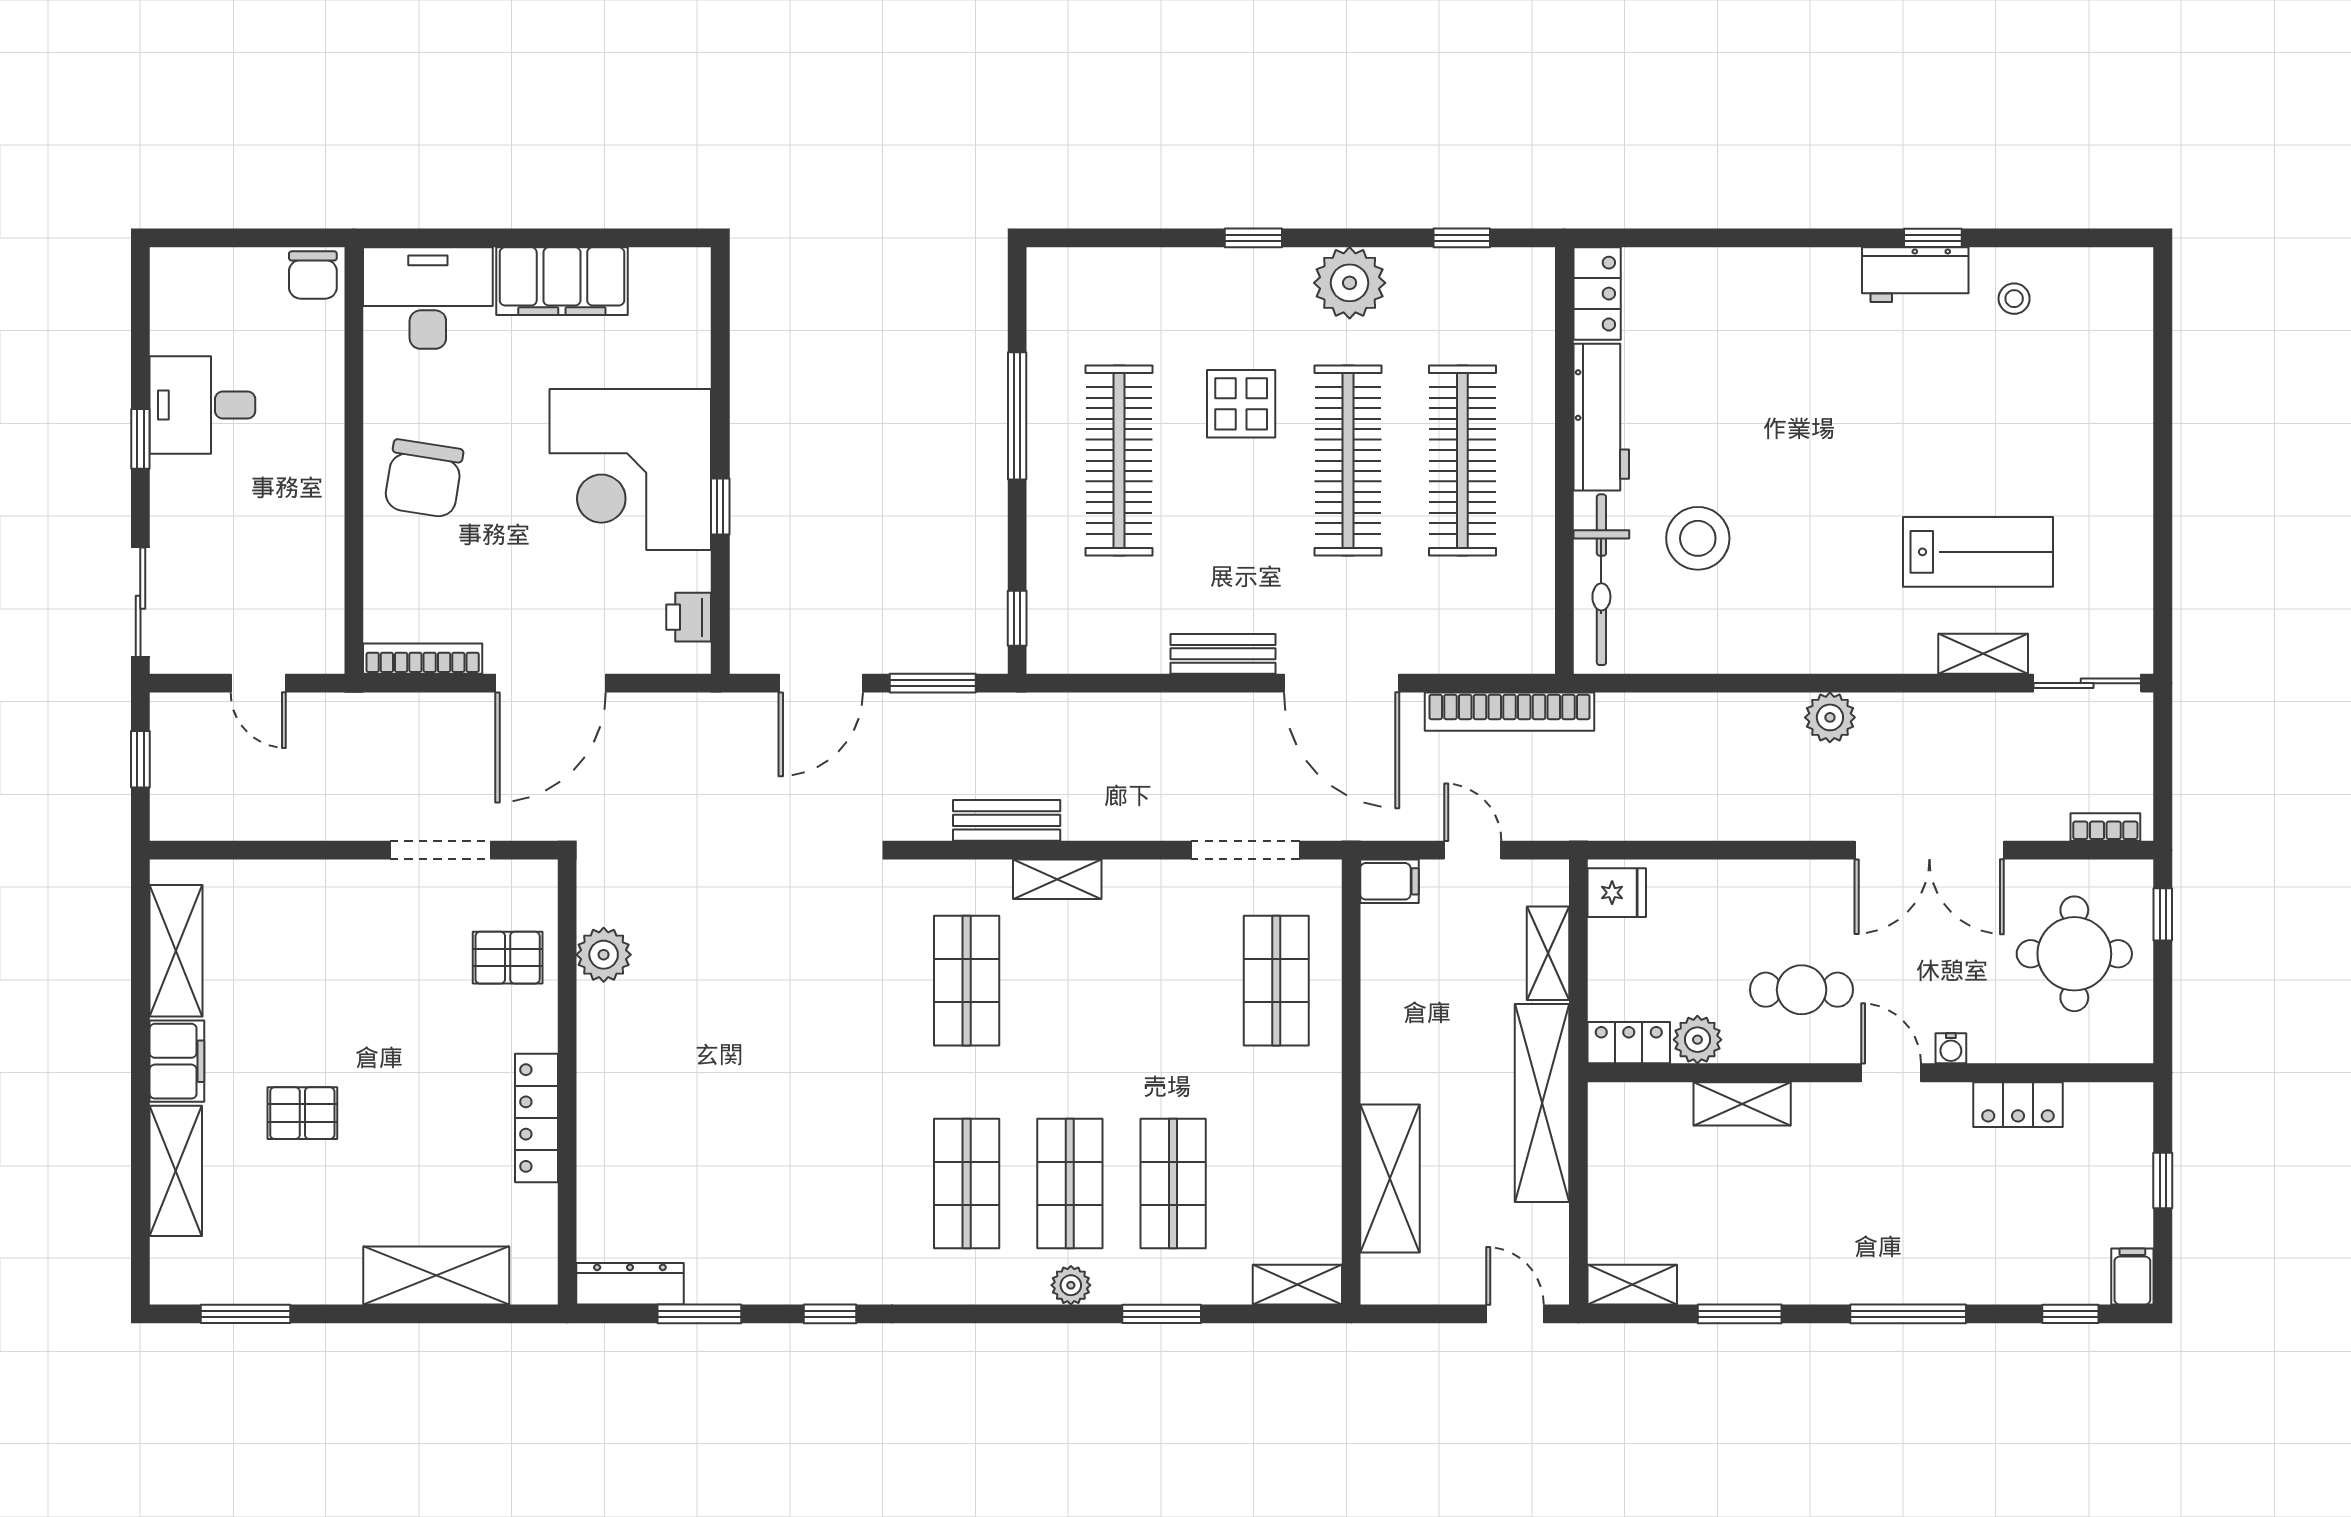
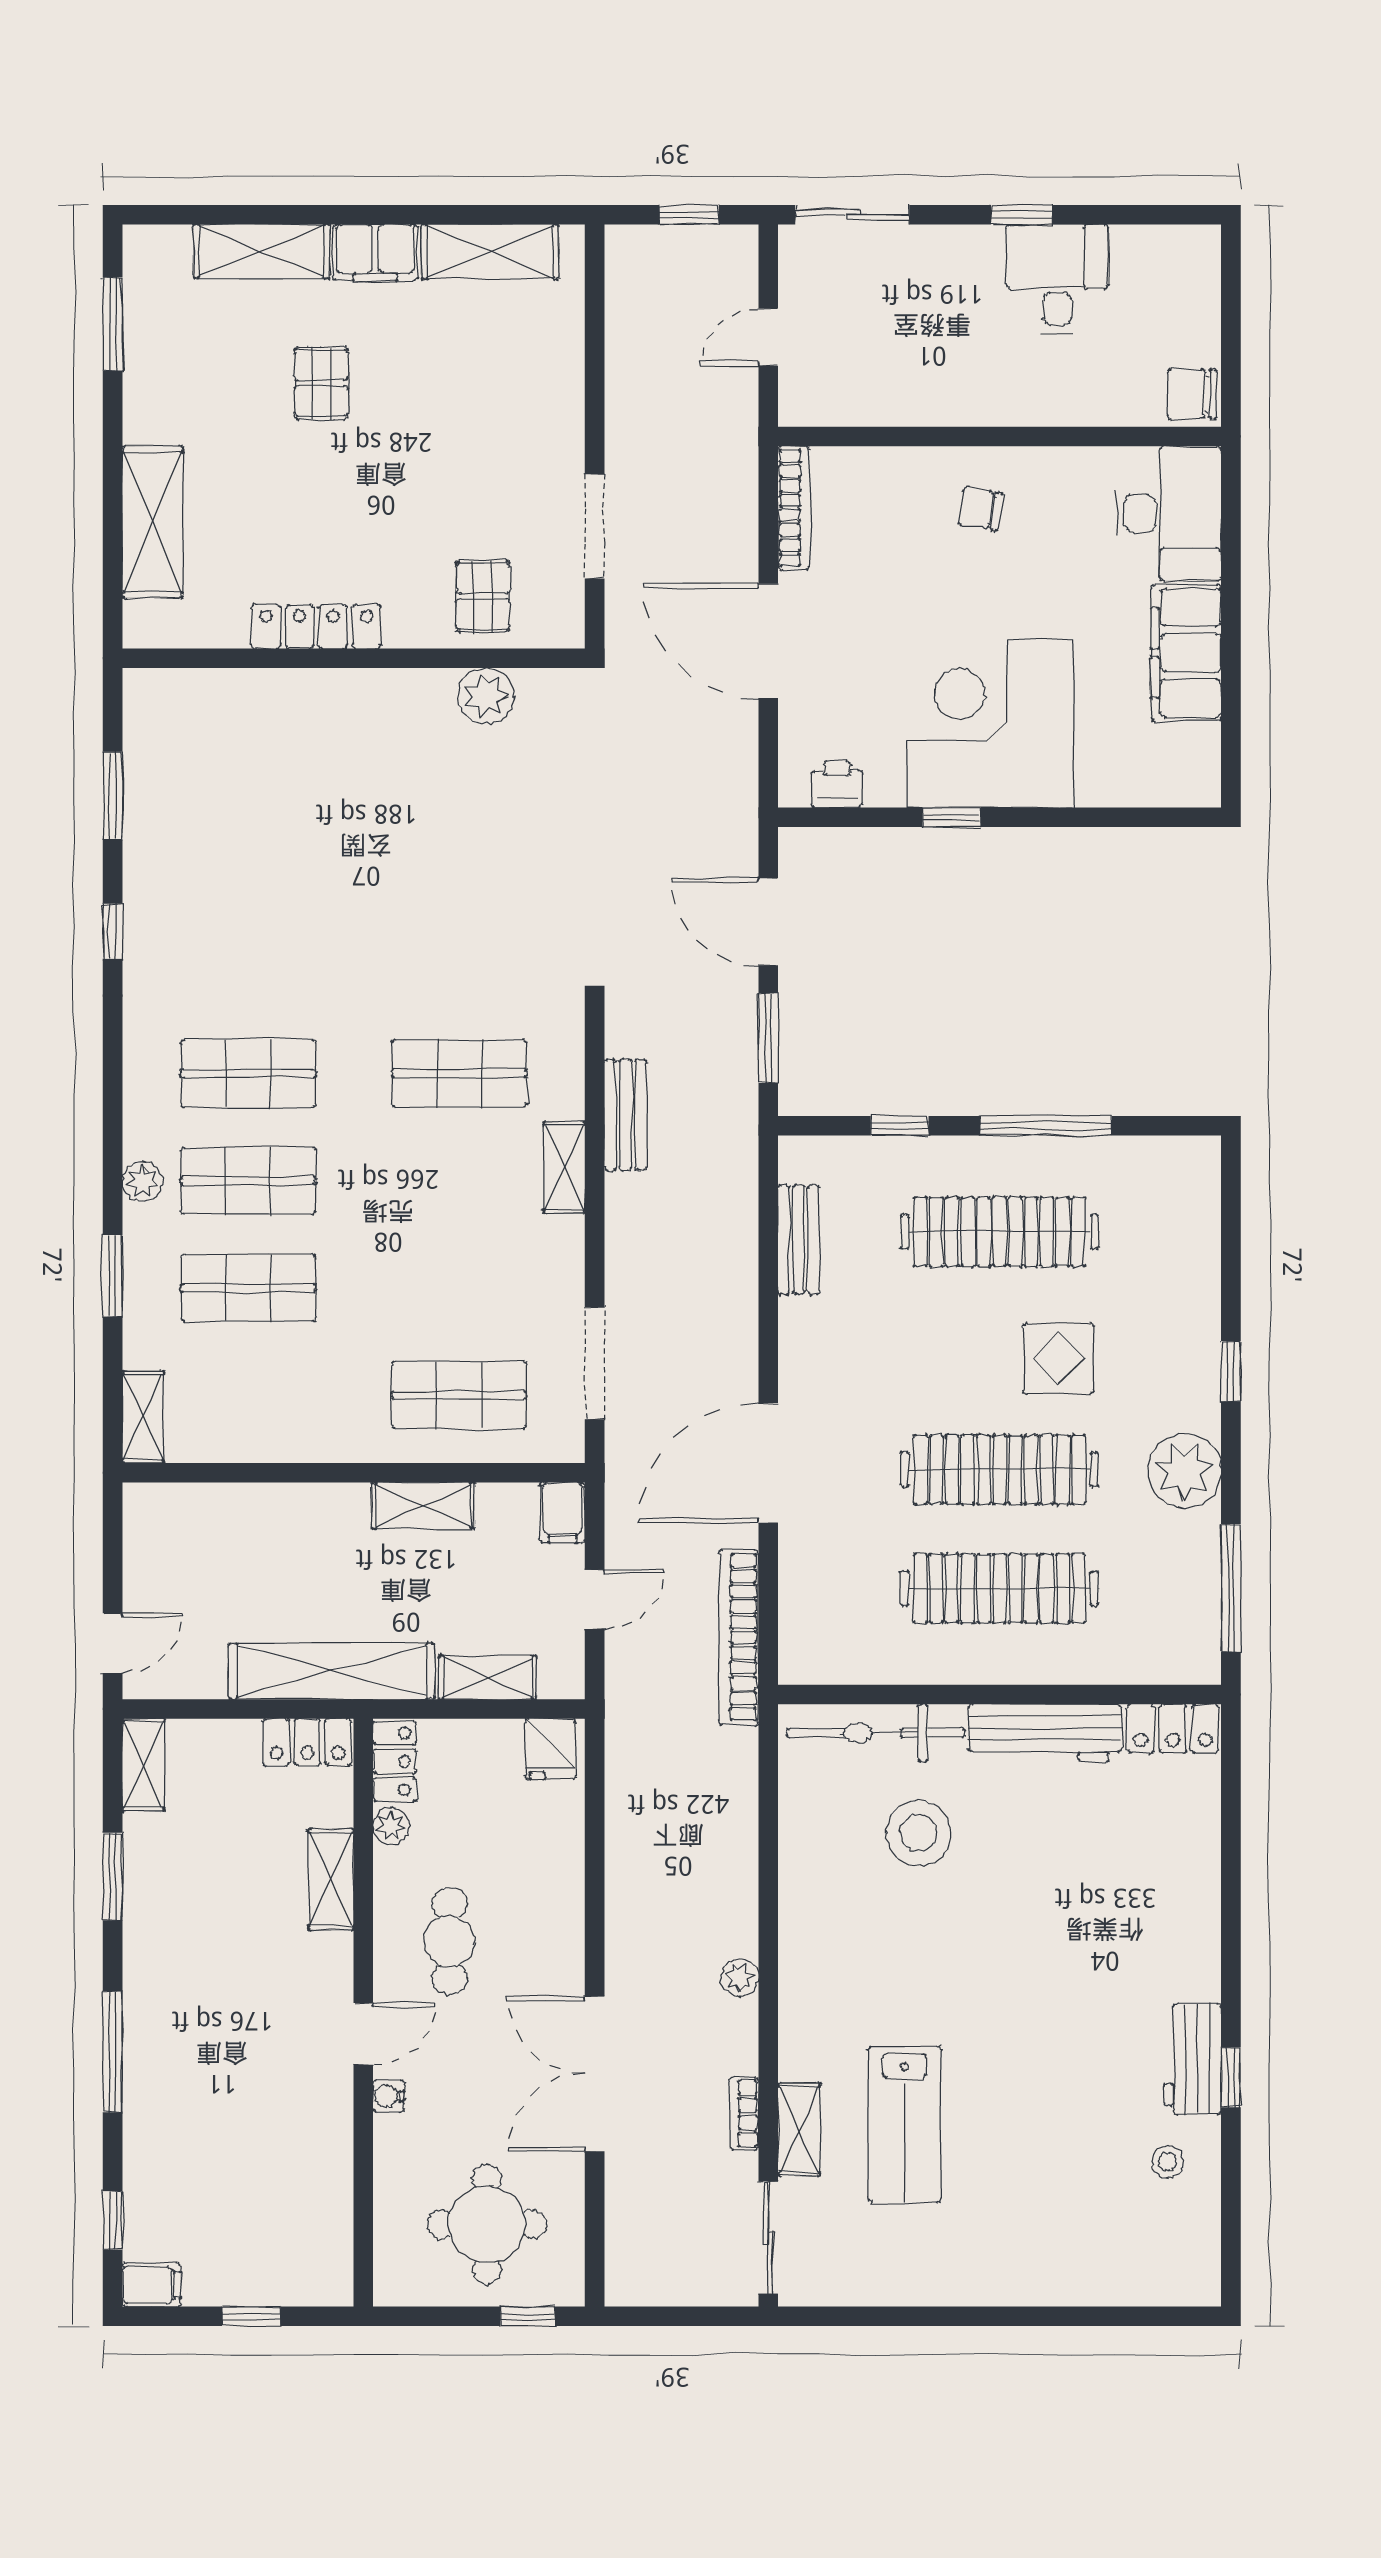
window: (1462, 238) -> (1231, 1588), width x2.17
chair: (424, 479) -> (981, 509), width x0.54, depth x0.54
window: (1017, 618) -> (900, 1126), moved
bench: (1223, 654) -> (799, 1240), moved
plant: (1830, 717) -> (740, 1978), width x0.73, depth x0.73
bookcase: (2105, 827) -> (744, 2114), moved, turned 180
plant: (1697, 1040) -> (391, 1826), width x0.73, depth x0.73
locker: (2018, 1105) -> (307, 1742), moved, turned -90
shelving: (1390, 1178) -> (423, 1506), moved, width x0.67, depth x0.75
dresser: (630, 1284) -> (144, 723), removed

